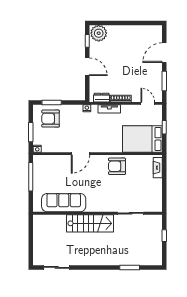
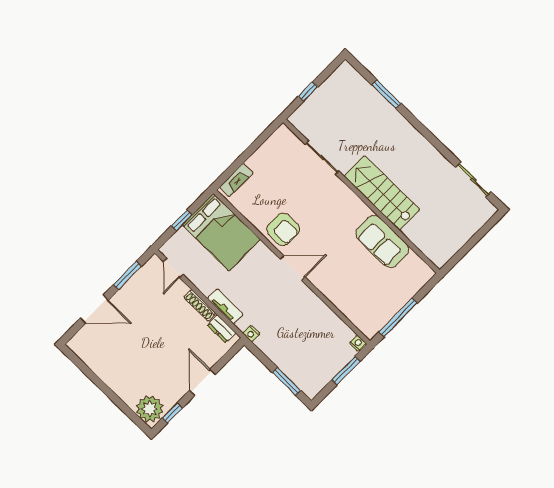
armchair: (51, 119) -> (307, 364), removed
door: (80, 154) -> (293, 268), moved
sofa: (64, 203) -> (382, 242), width x0.73

